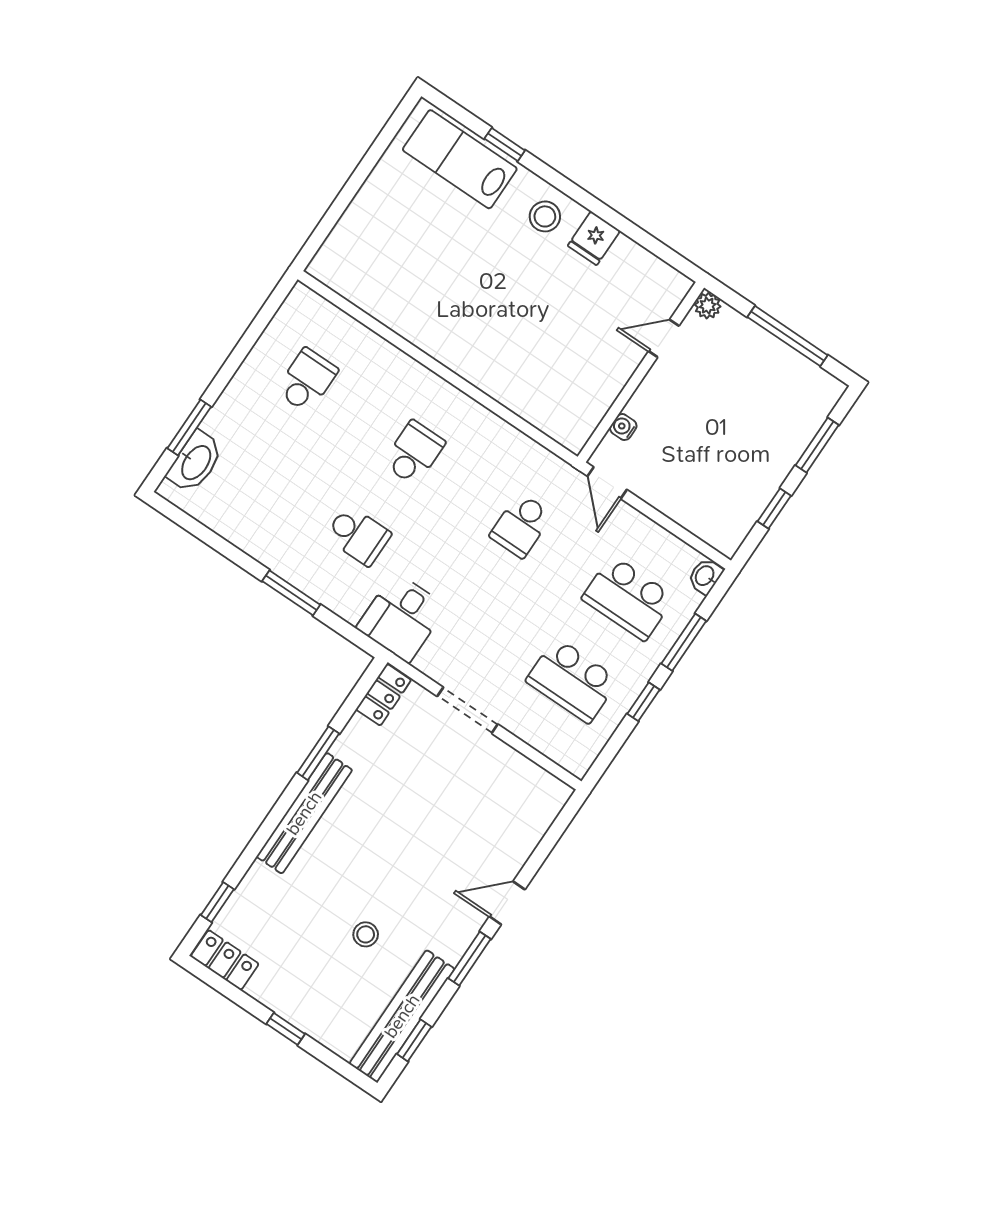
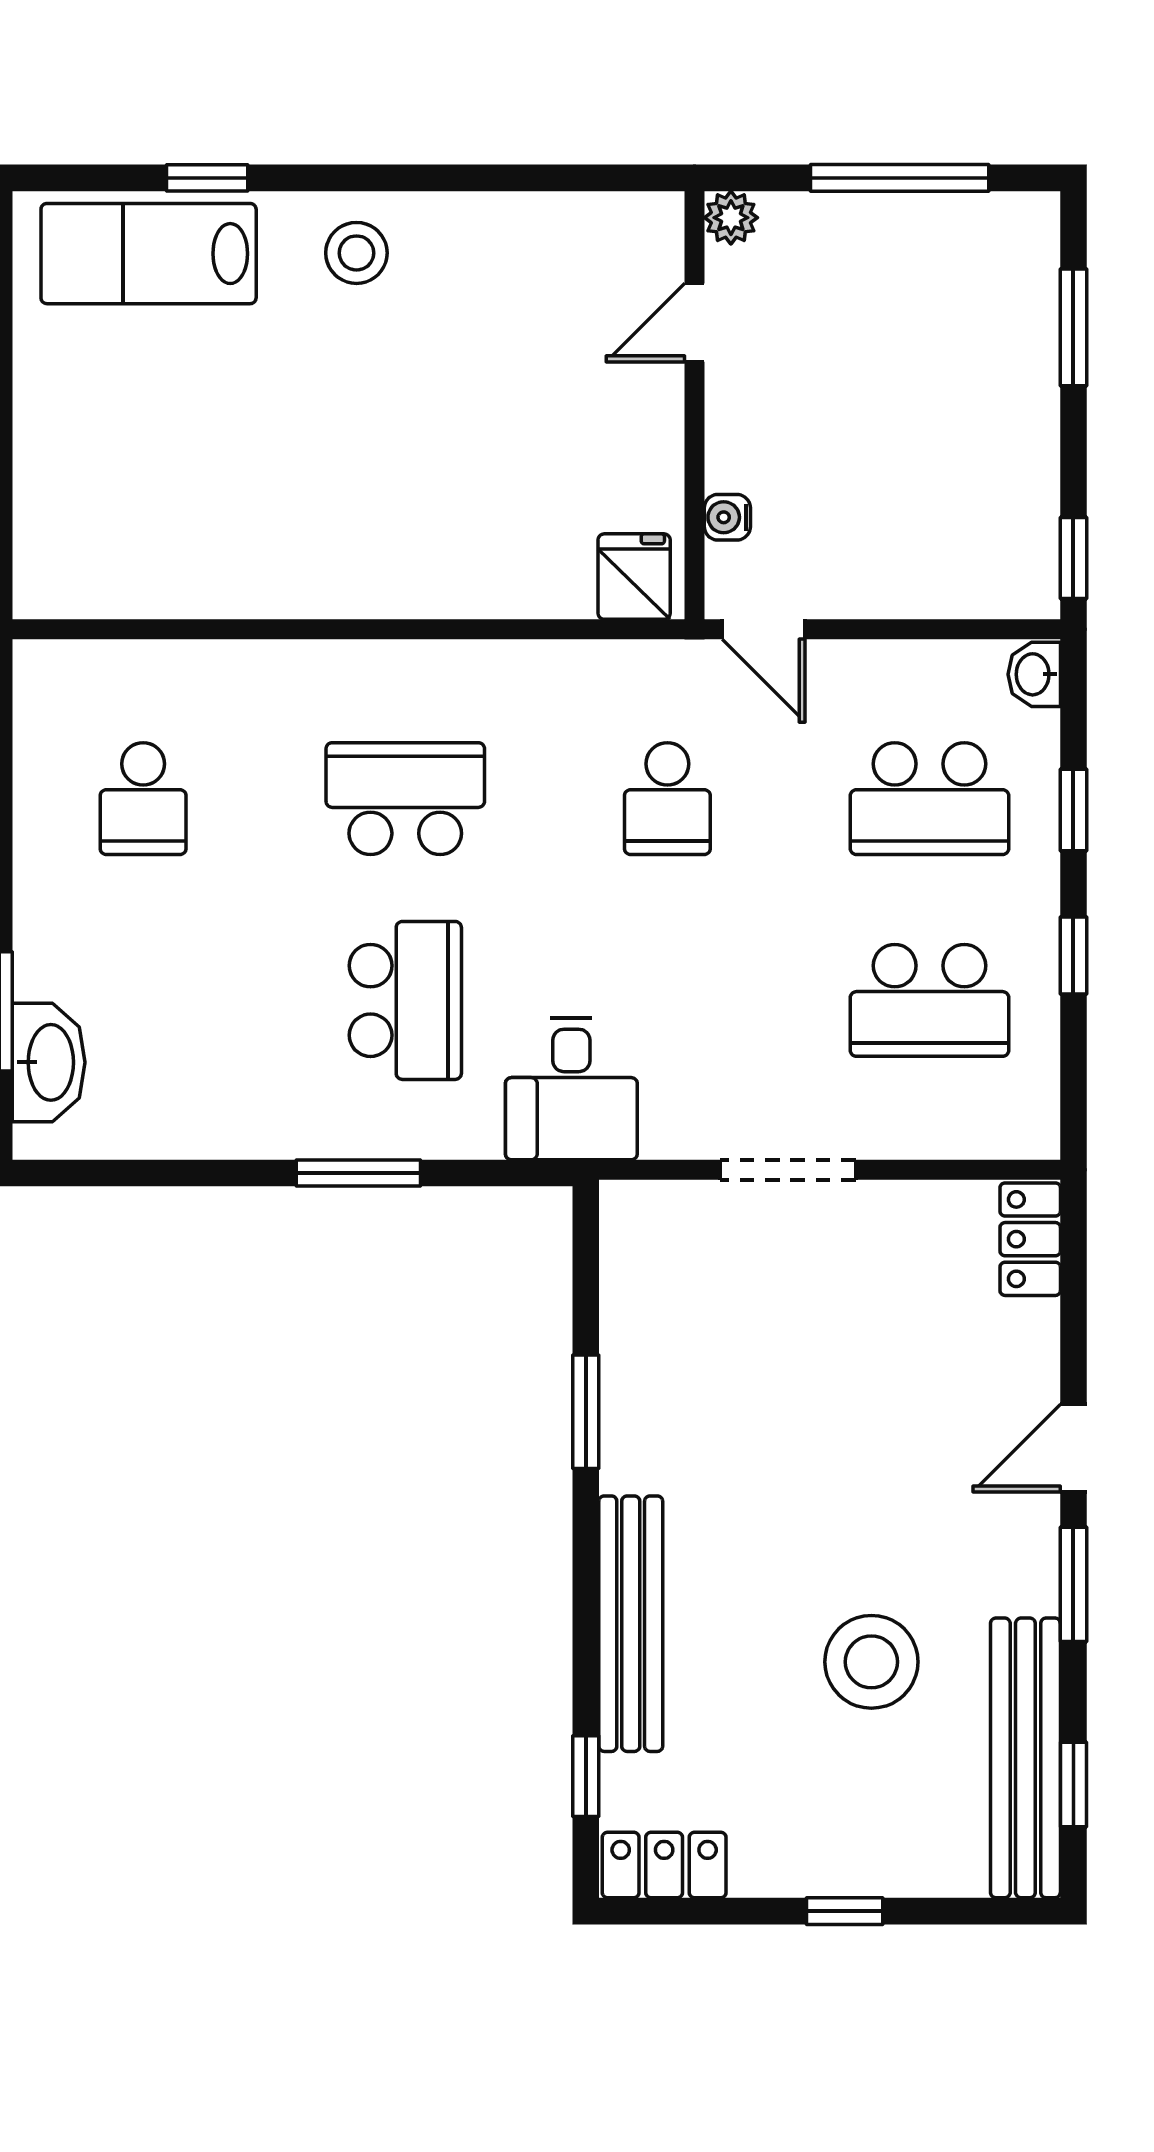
fridge: (594, 238) -> (634, 577), moved, turned 180
school desk: (307, 380) -> (143, 799), turned 180
school desk: (414, 453) -> (405, 799), width x1.85
window: (774, 508) -> (1073, 558), moved
school desk: (358, 535) -> (405, 1000), width x1.85
window: (684, 642) -> (1073, 810), width x0.67
locker: (383, 695) -> (1030, 1239), moved, turned 180
bench: (304, 813) -> (631, 1624), moved
stool: (366, 934) -> (871, 1662), width x1.89, depth x1.89

